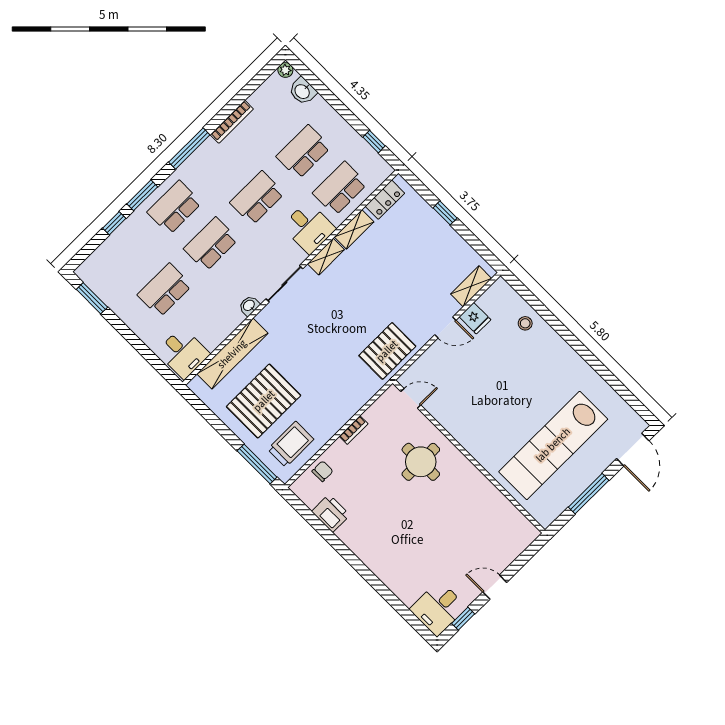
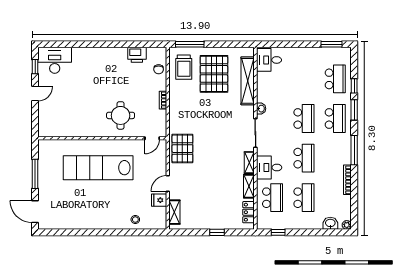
school desk: (165, 290) -> (335, 79), moved
lab bench: (553, 445) -> (98, 168), moved, turned -90
desk: (438, 608) -> (55, 60), width x1.37

